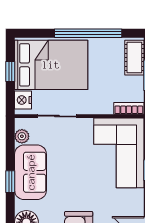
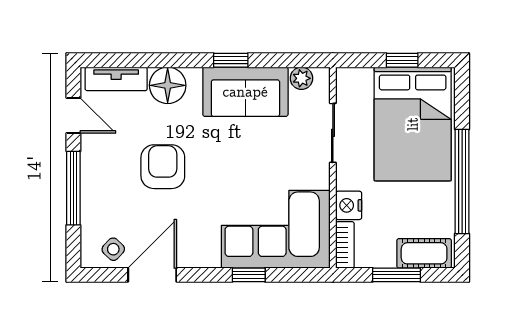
nightstand: (23, 100) -> (349, 205), moved, turned -90

